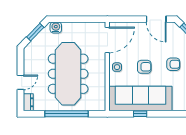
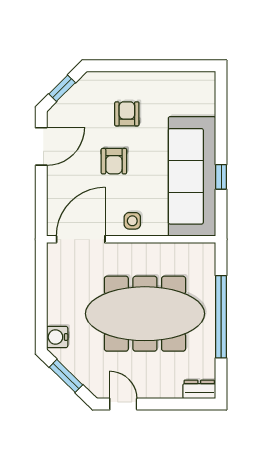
door: (107, 40) -> (81, 239), hinge flipped
armchair: (144, 67) -> (114, 161), moved, turned 180
door: (21, 82) -> (123, 404), moved

